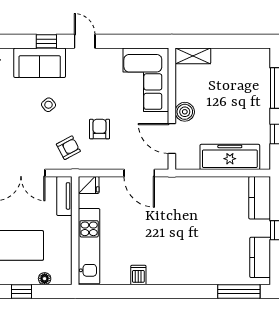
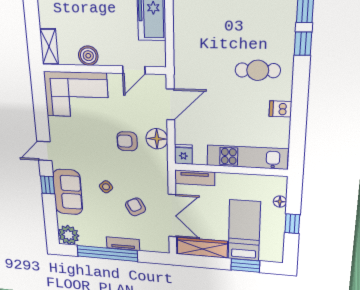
boiler: (185, 112) -> (88, 56), moved
door: (172, 138) -> (134, 70), width x0.73
armchair: (68, 148) -> (135, 207), moved
floor lamp: (104, 159) -> (157, 139), added
cafe table: (174, 253) -> (258, 70), added
window: (199, 291) -> (303, 44), added

